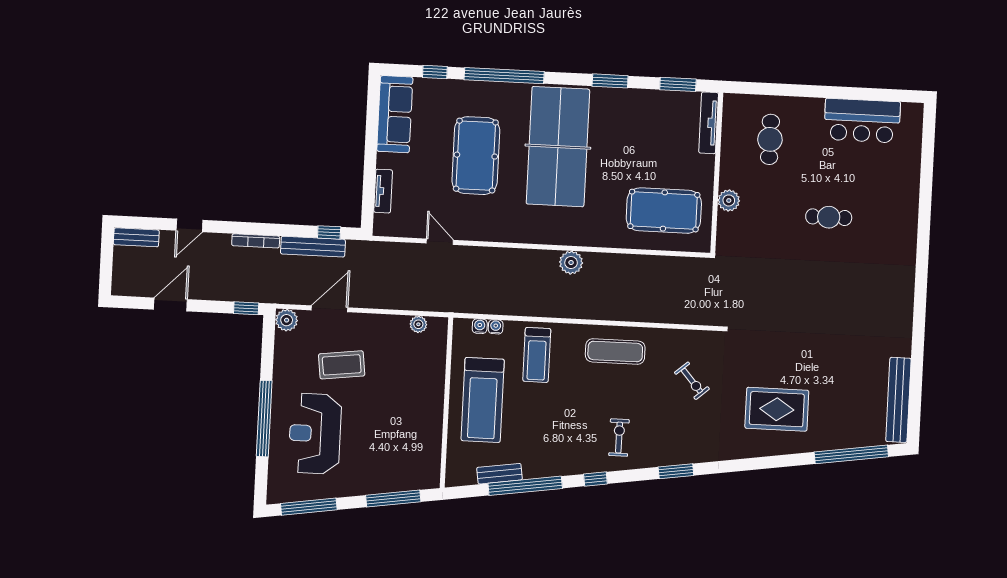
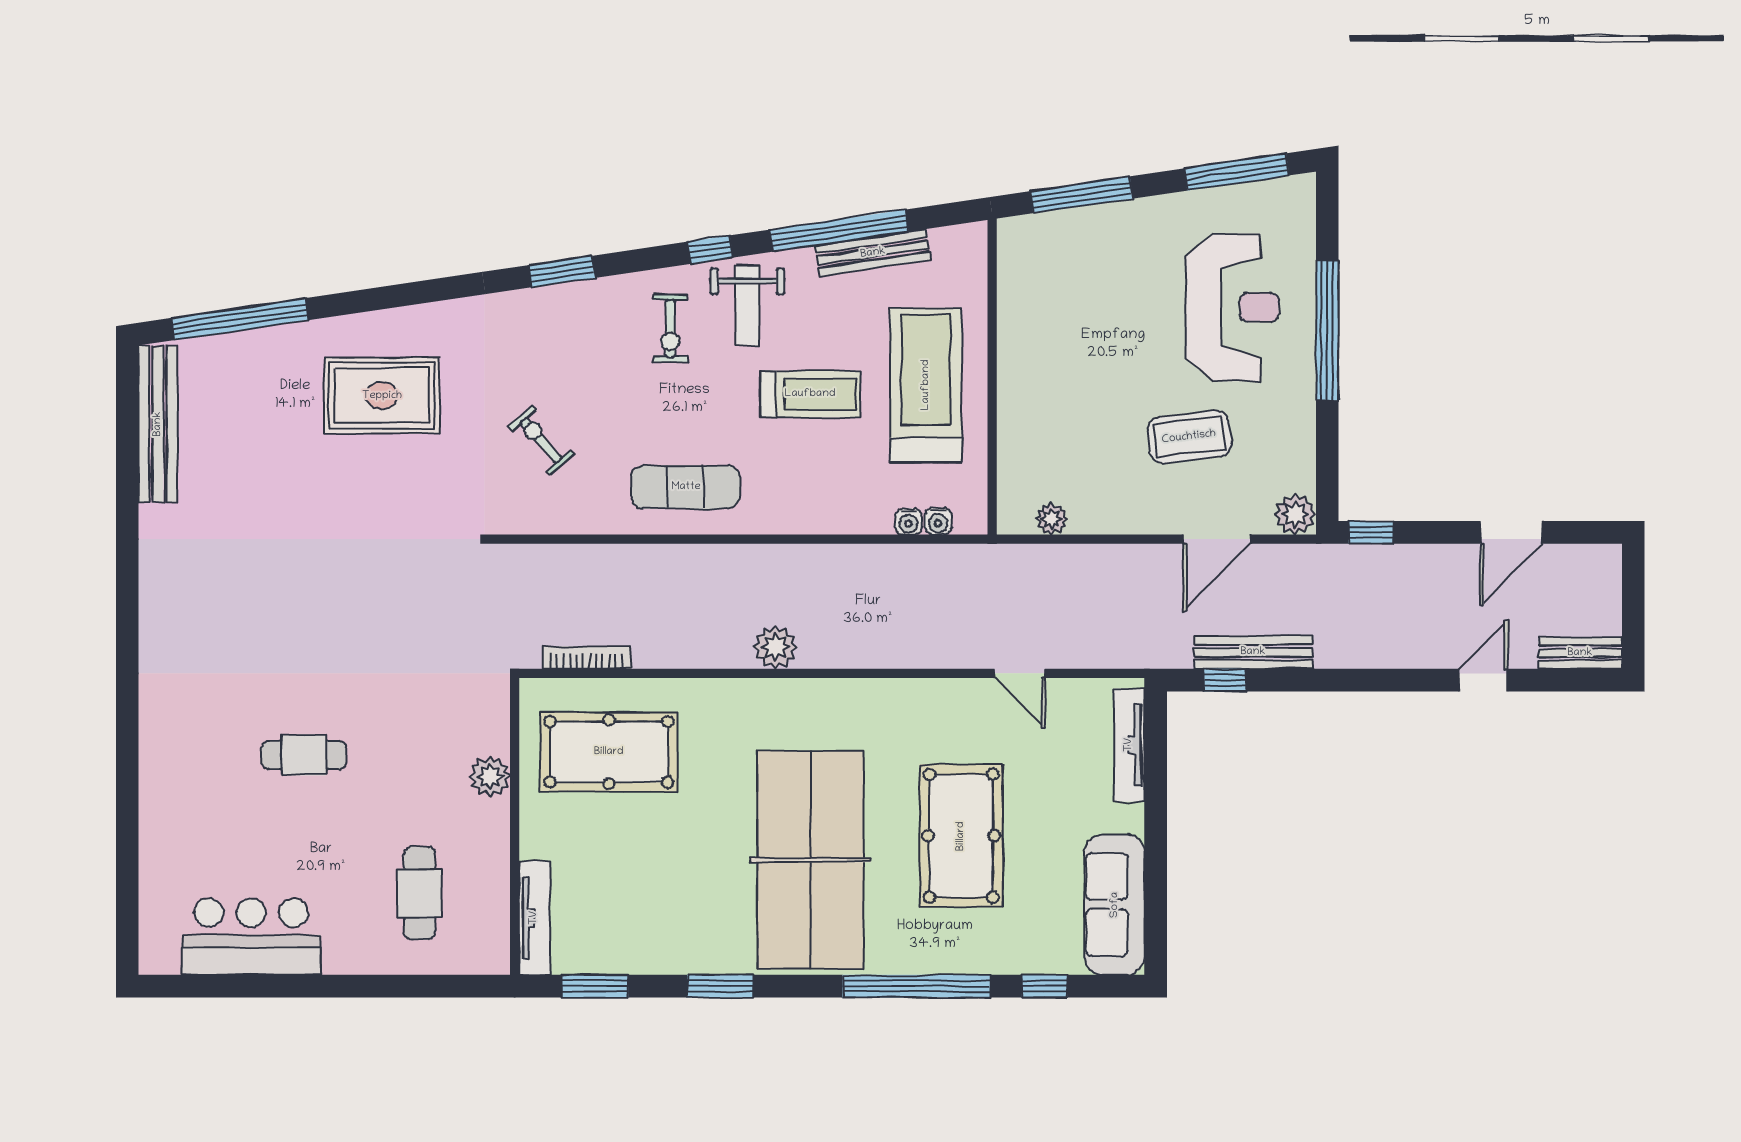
tv unit: (383, 191) -> (1129, 745), width x1.41
bookcase: (256, 241) -> (586, 658), moved
treadmill: (537, 355) -> (810, 394), moved, turned 90
weight bench: (577, 448) -> (748, 306), added
bench: (500, 474) -> (873, 253), width x1.36

